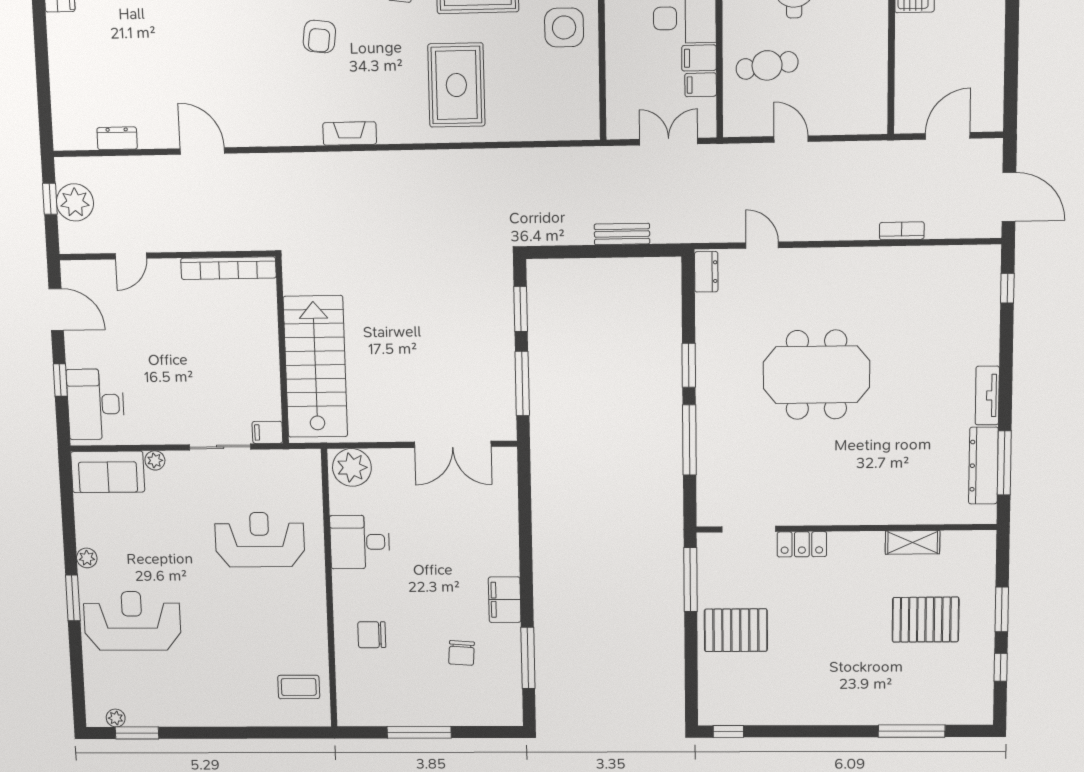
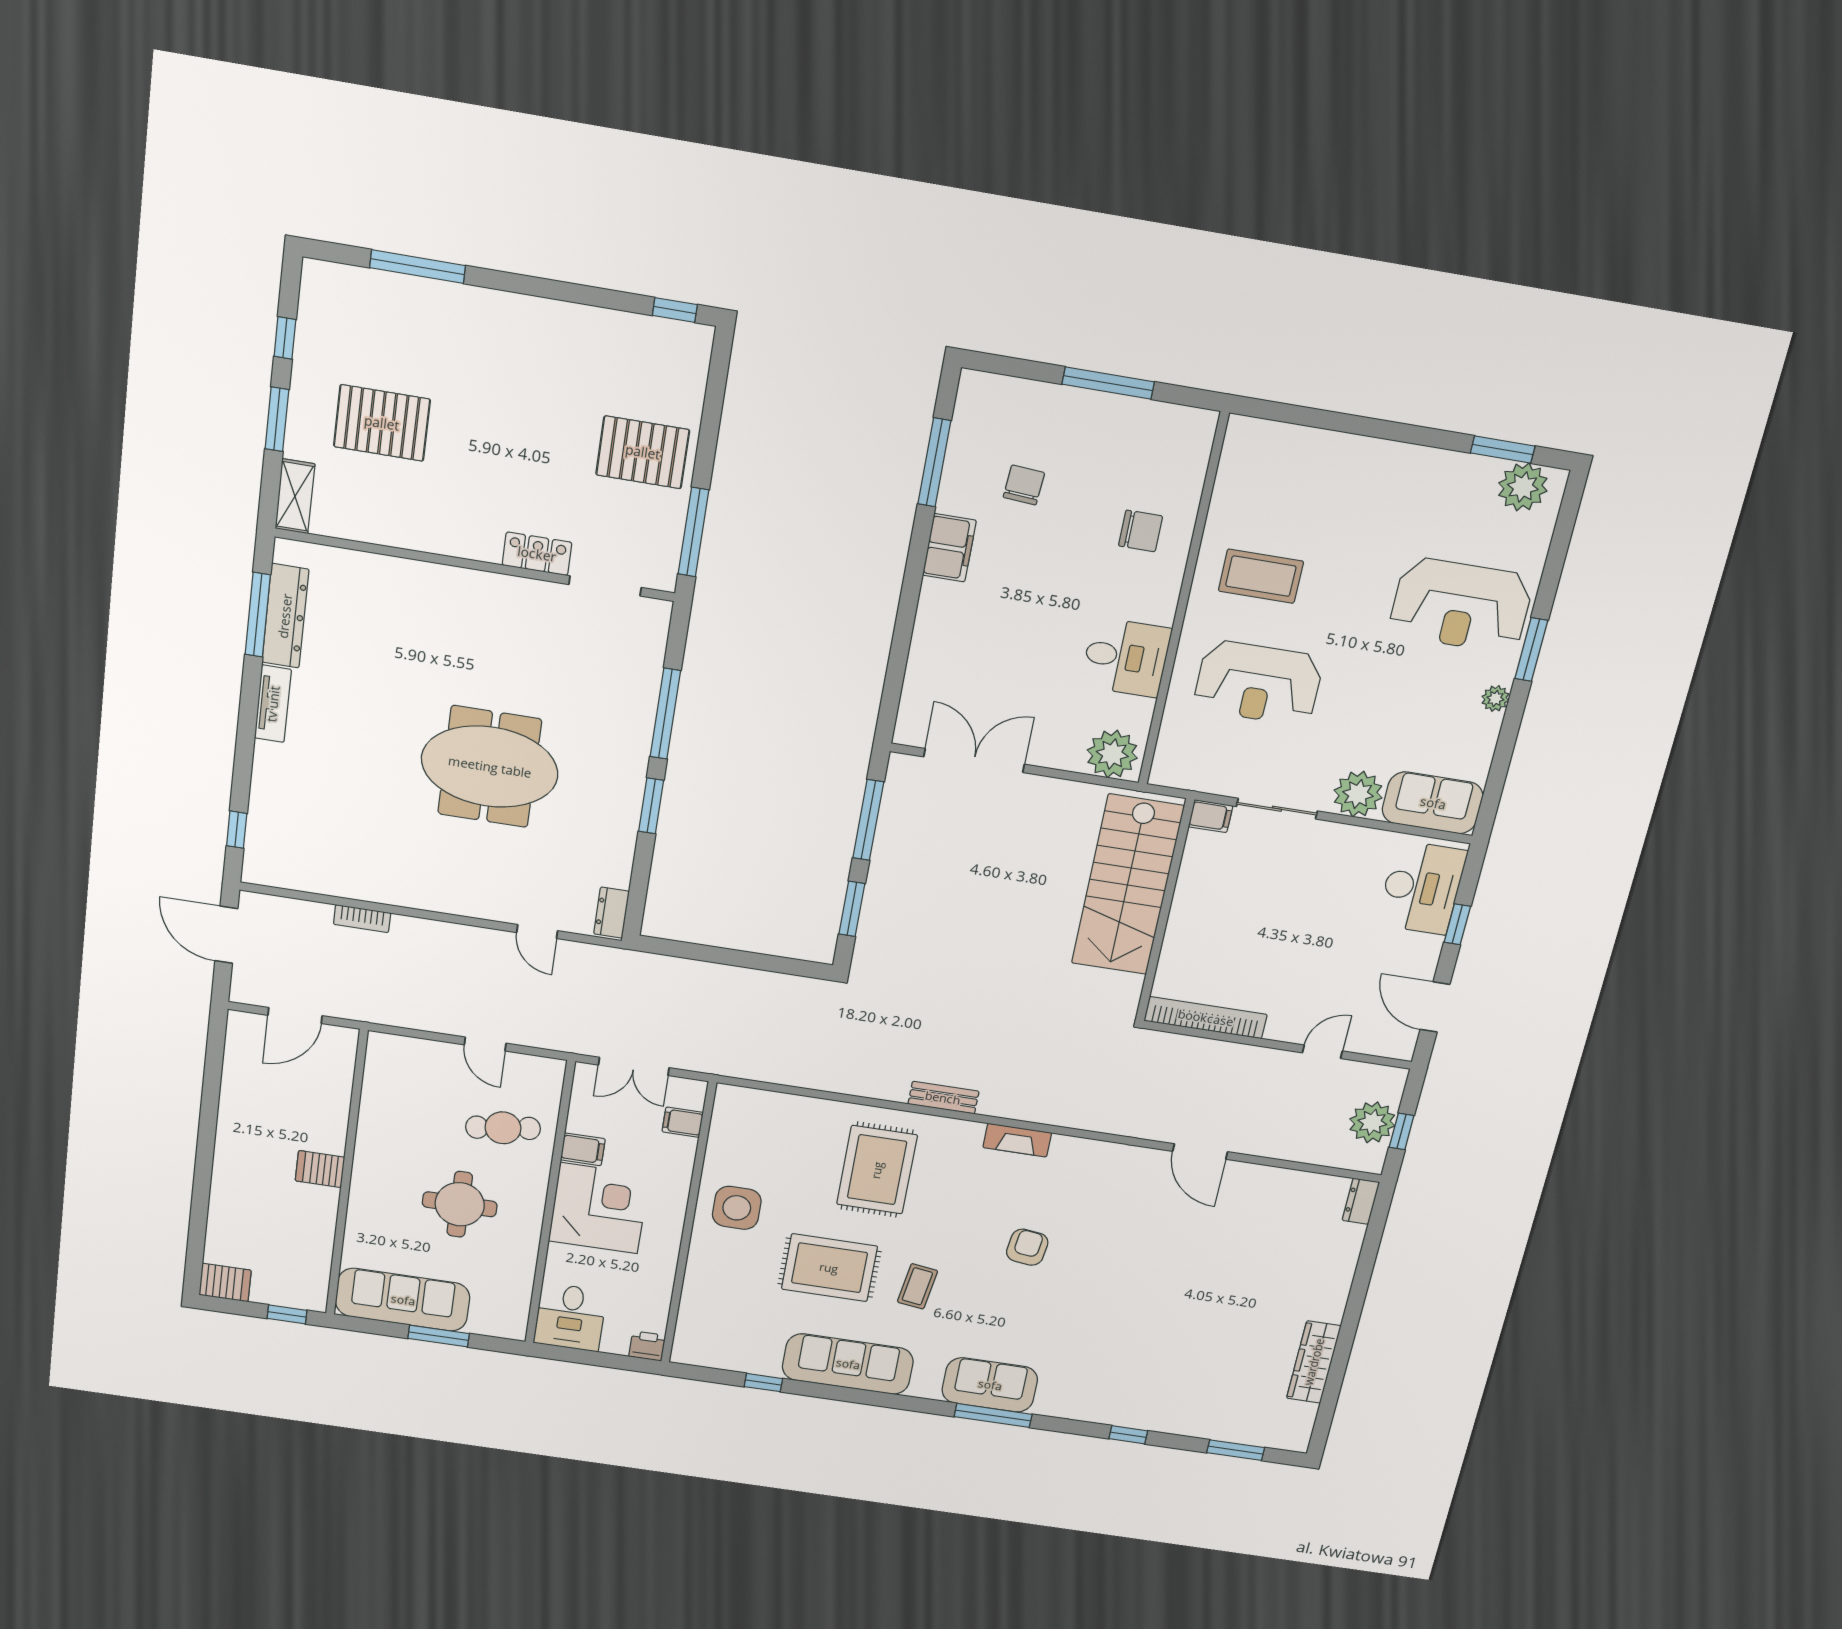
filing cabinet: (701, 85) -> (683, 1122), moved, turned 180
dresser: (117, 138) -> (1361, 1201), moved, turned 90
bench: (622, 234) -> (943, 1098), moved
plant: (155, 460) -> (1358, 794), width x1.88, depth x1.88
shelving: (913, 542) -> (295, 496), moved, turned 90
coffee table: (299, 687) -> (1261, 576), moved, width x1.36, depth x1.30
plant: (116, 718) -> (1523, 487), width x1.88, depth x1.88

